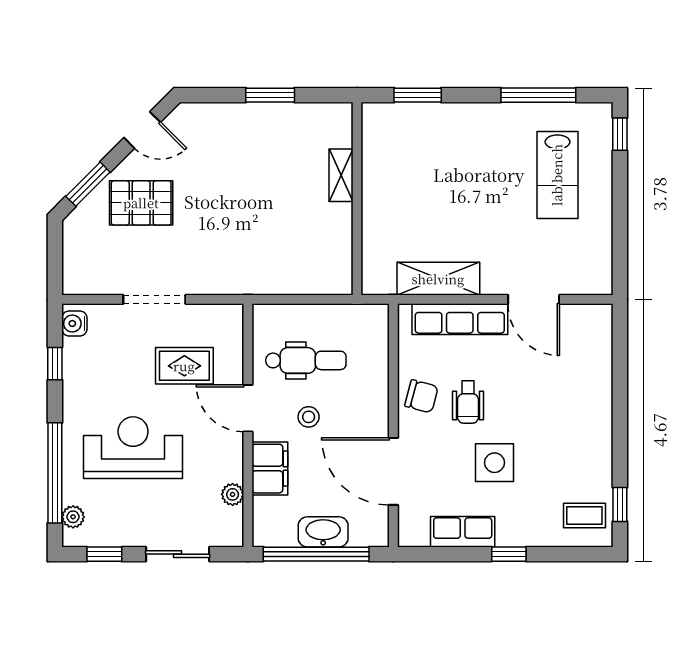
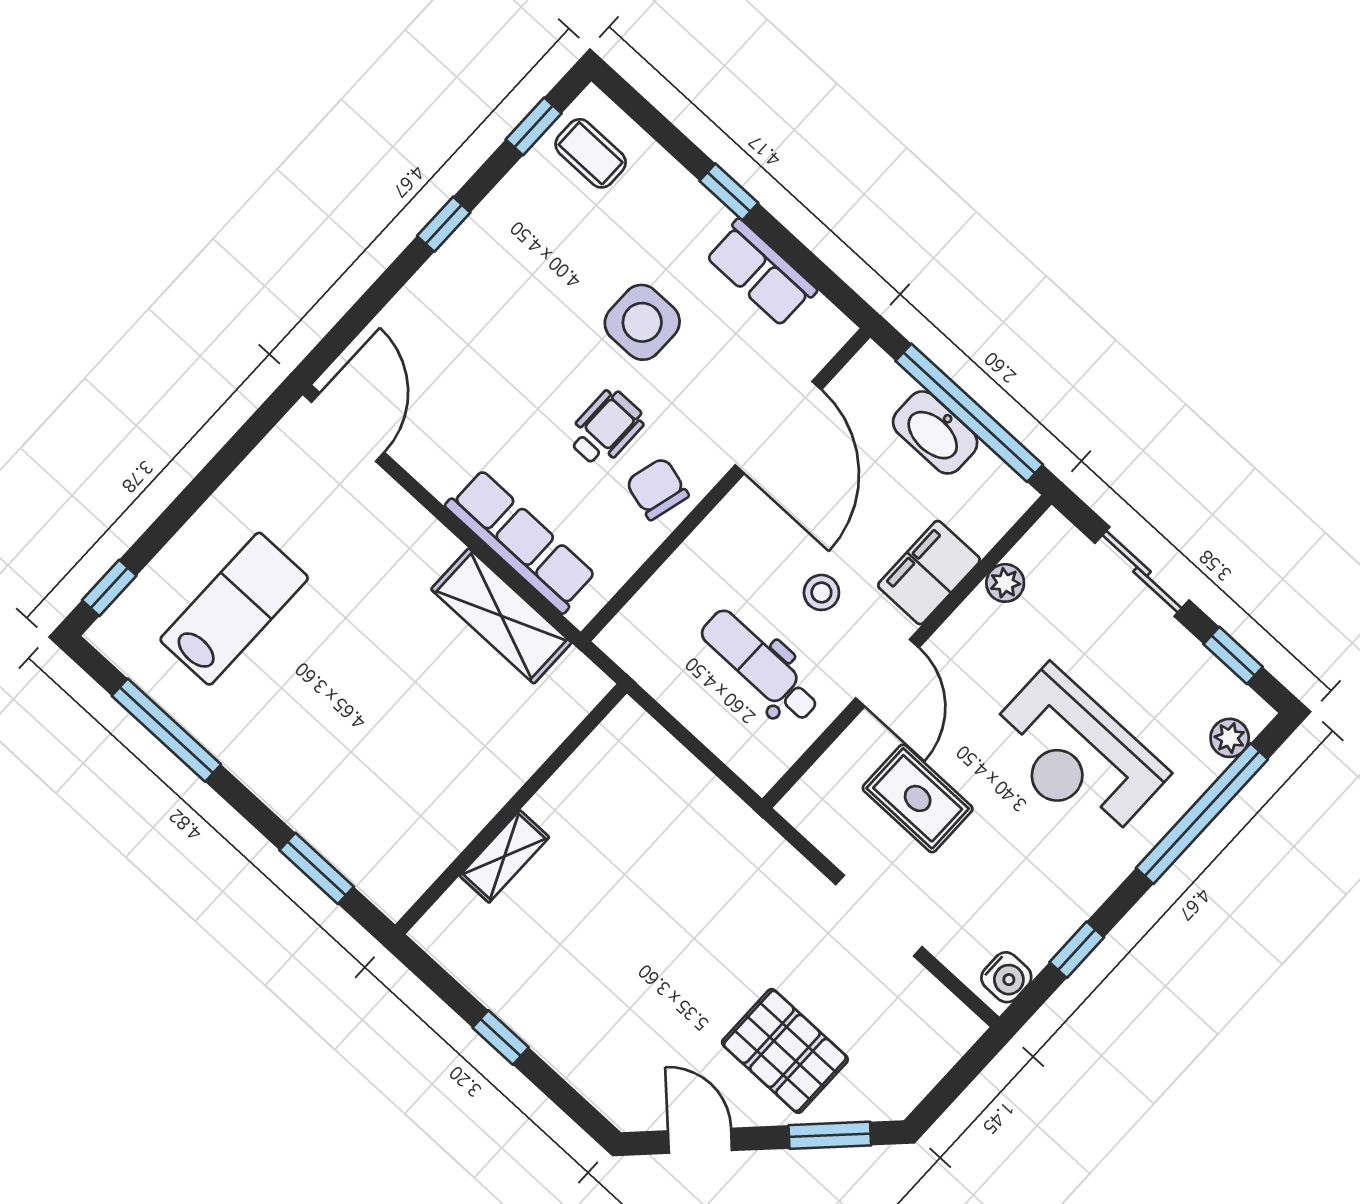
window: (270, 95) -> (501, 1037), width x0.67
door: (534, 299) -> (348, 427), moved
window: (620, 426) -> (444, 224), added

